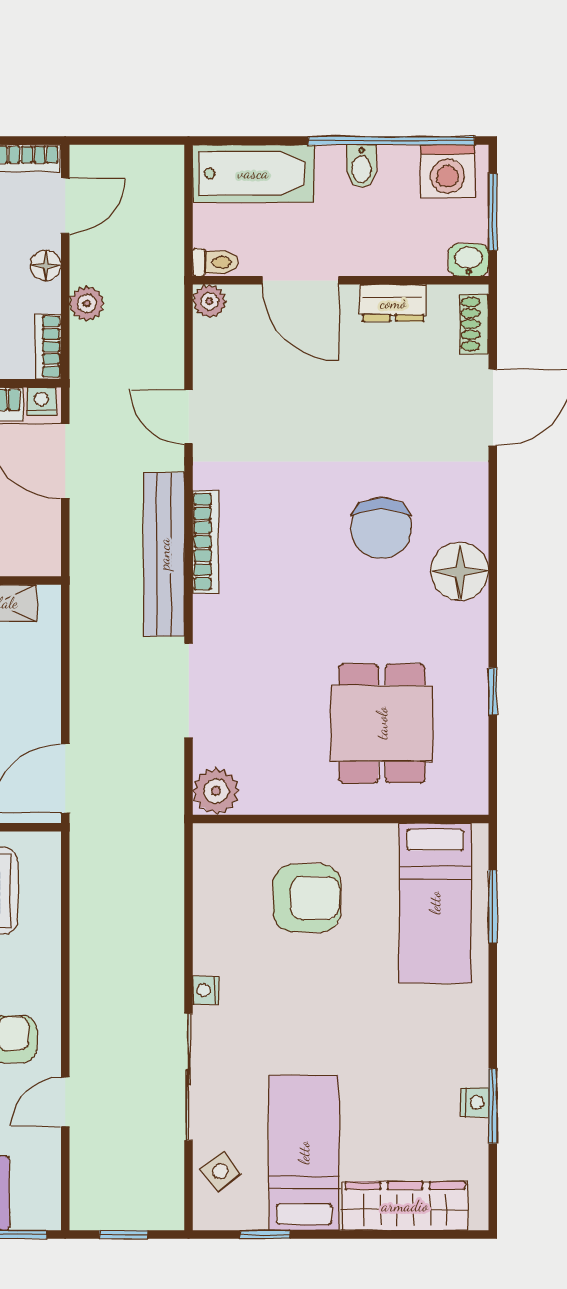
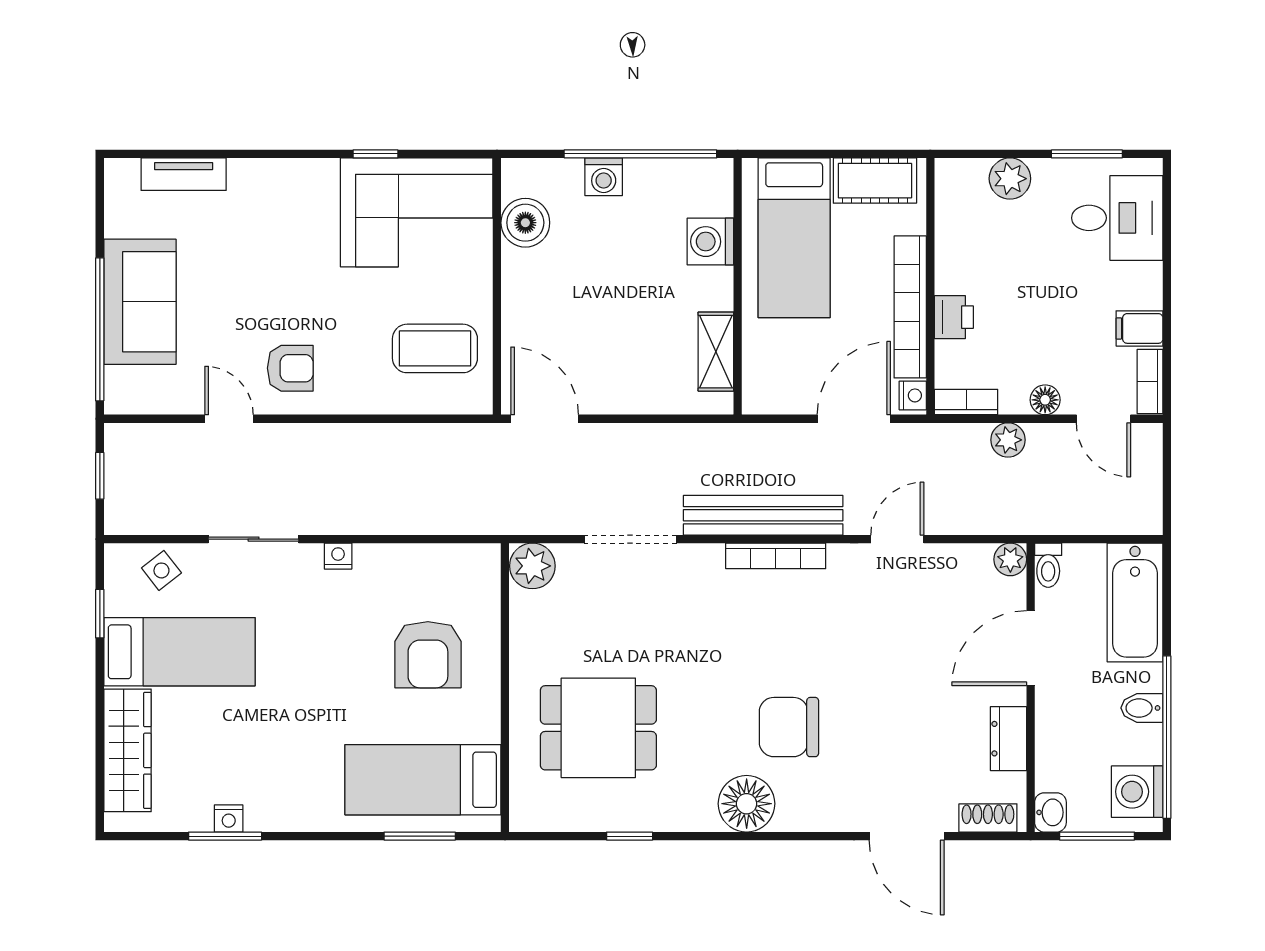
sliding door: (189, 1077) -> (253, 539), width x0.73

